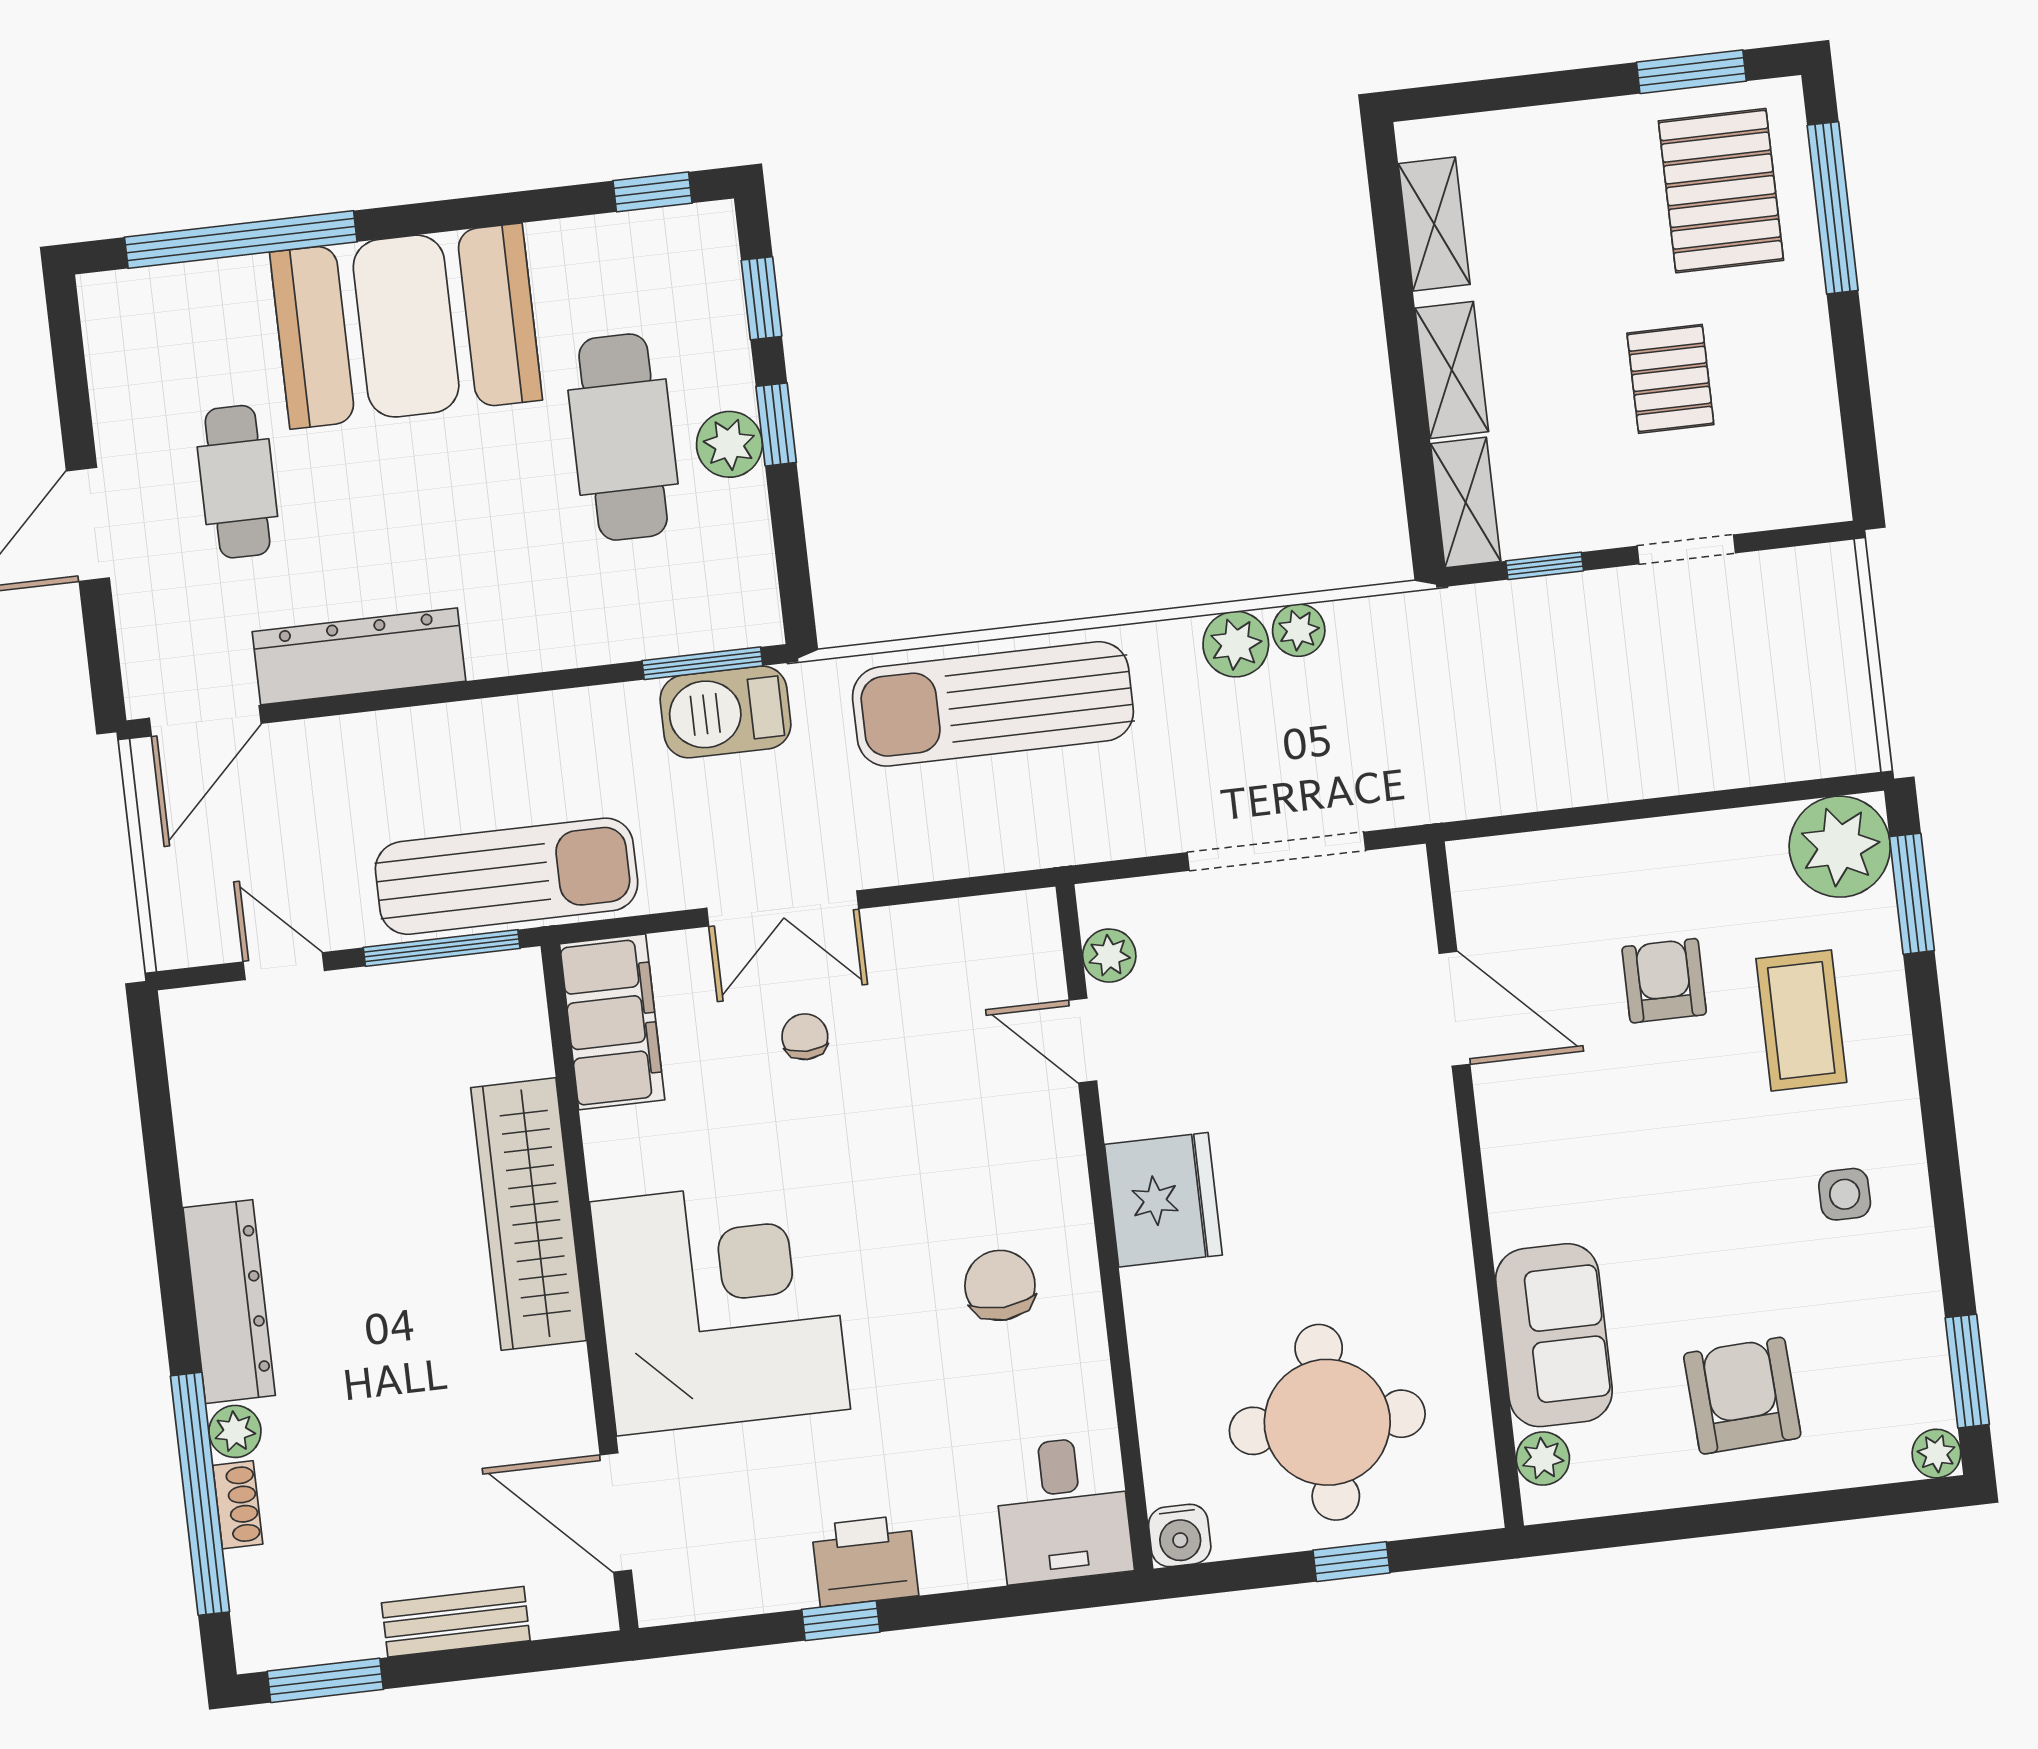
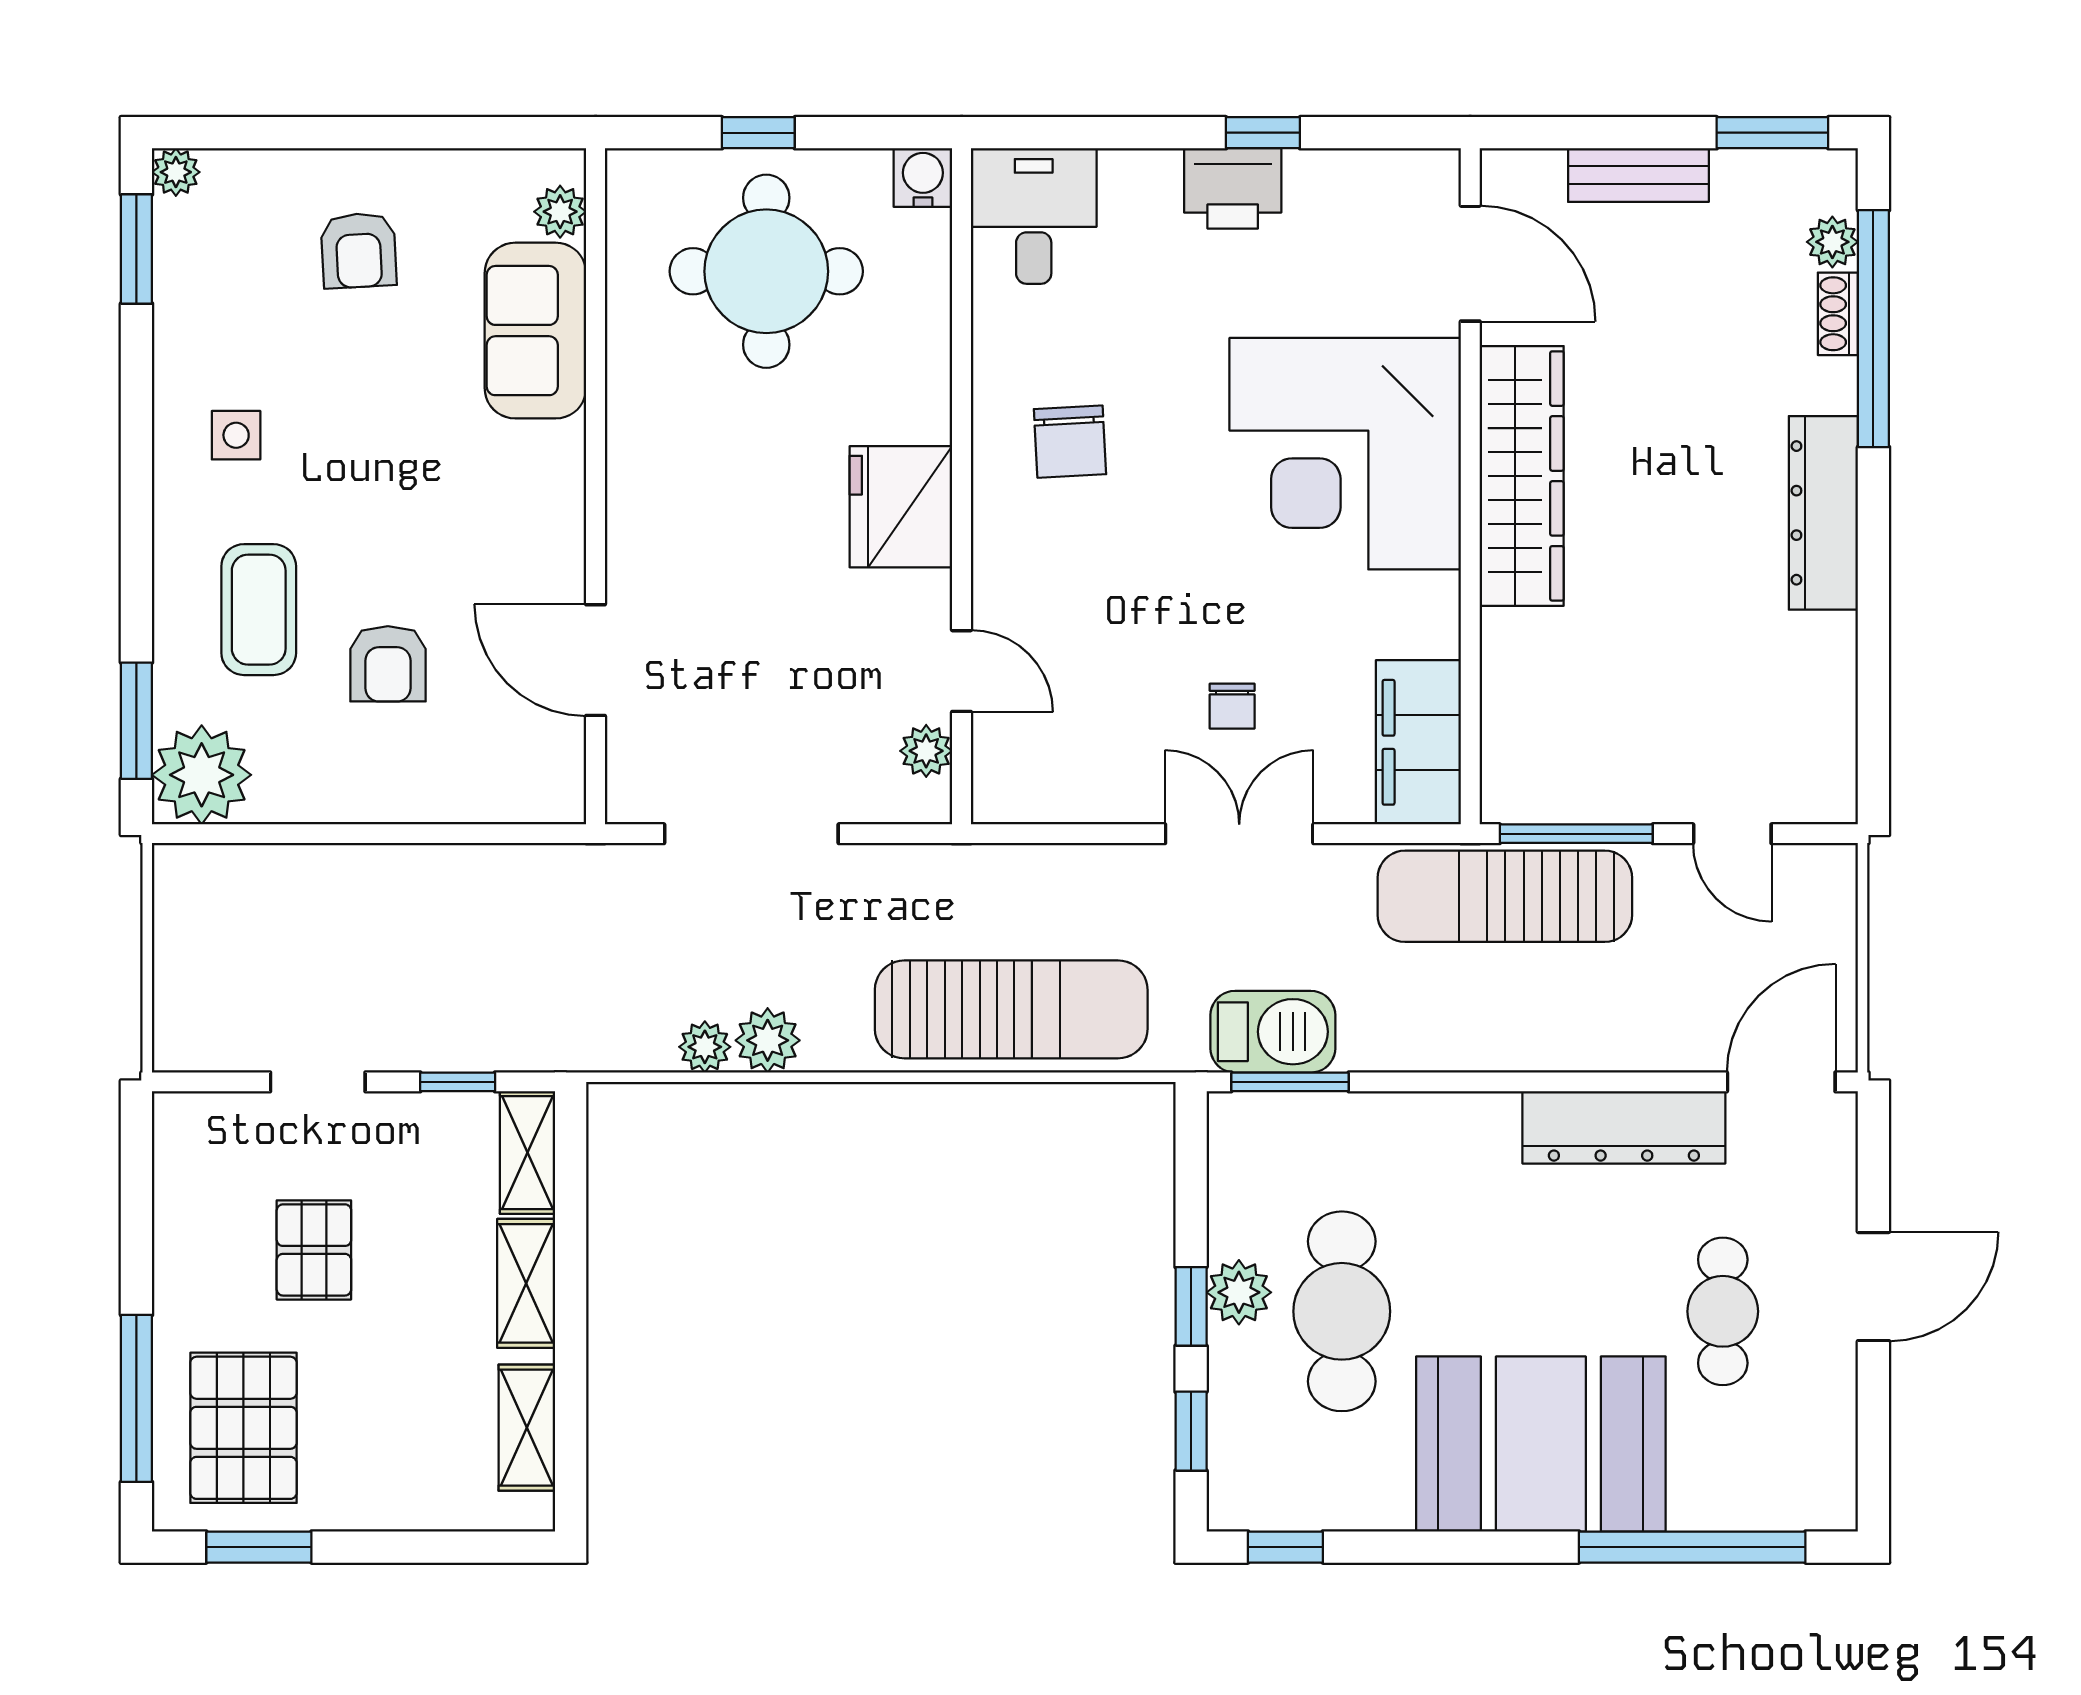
wardrobe: (529, 1214) -> (1522, 476), moved
armchair: (1742, 1396) -> (359, 250), width x0.72, depth x0.72
plant: (235, 1431) -> (1832, 242), moved

